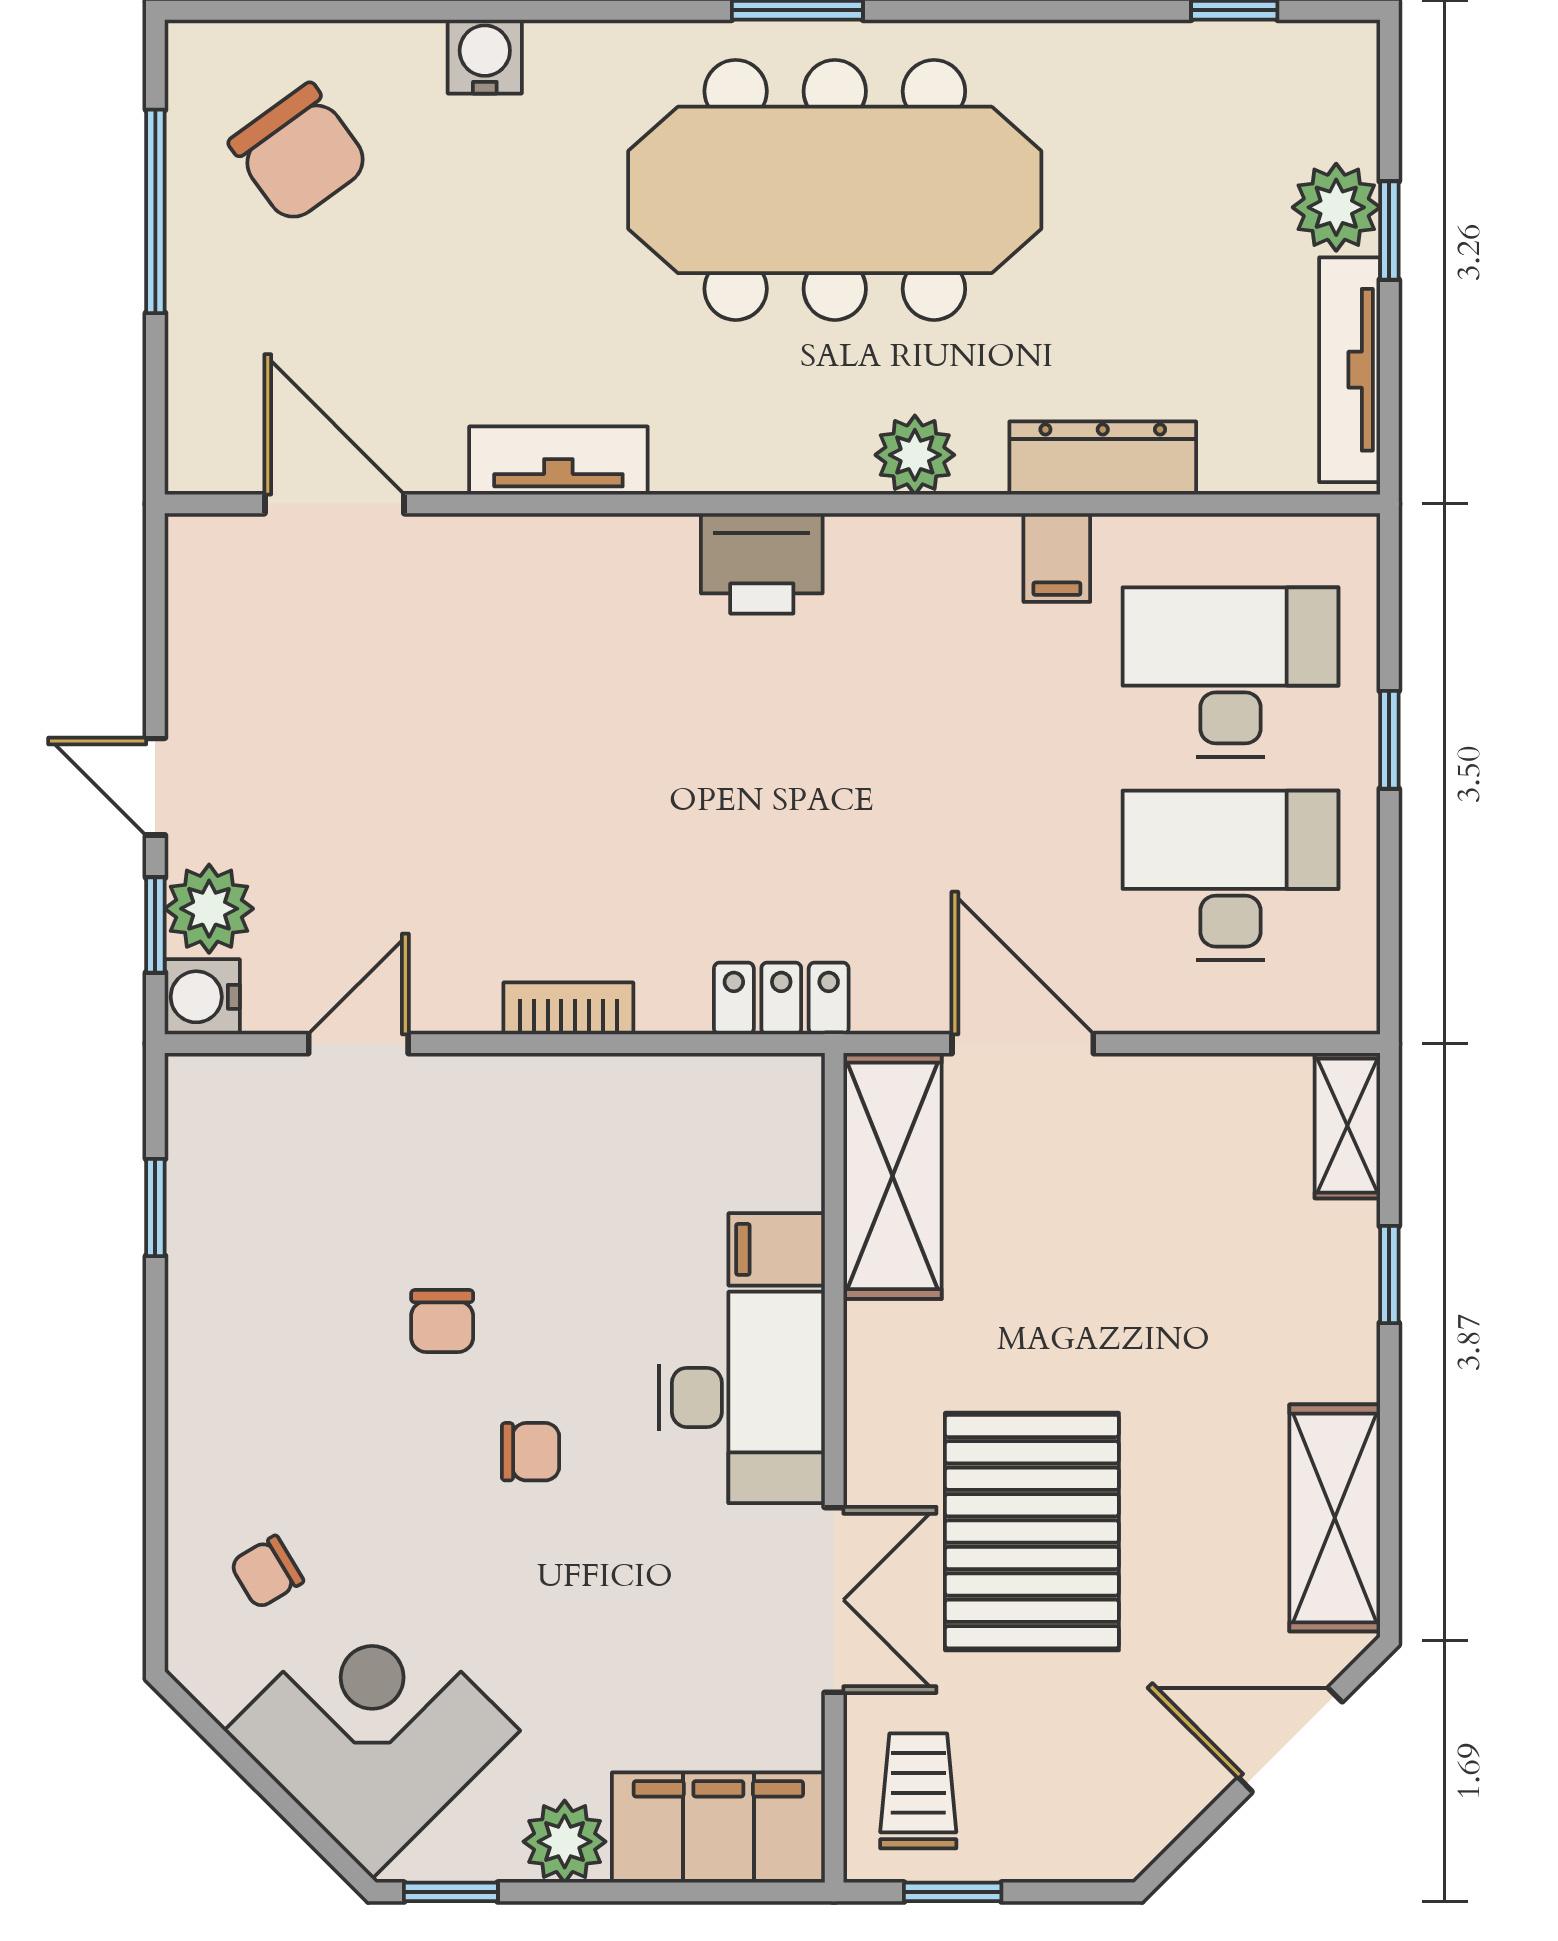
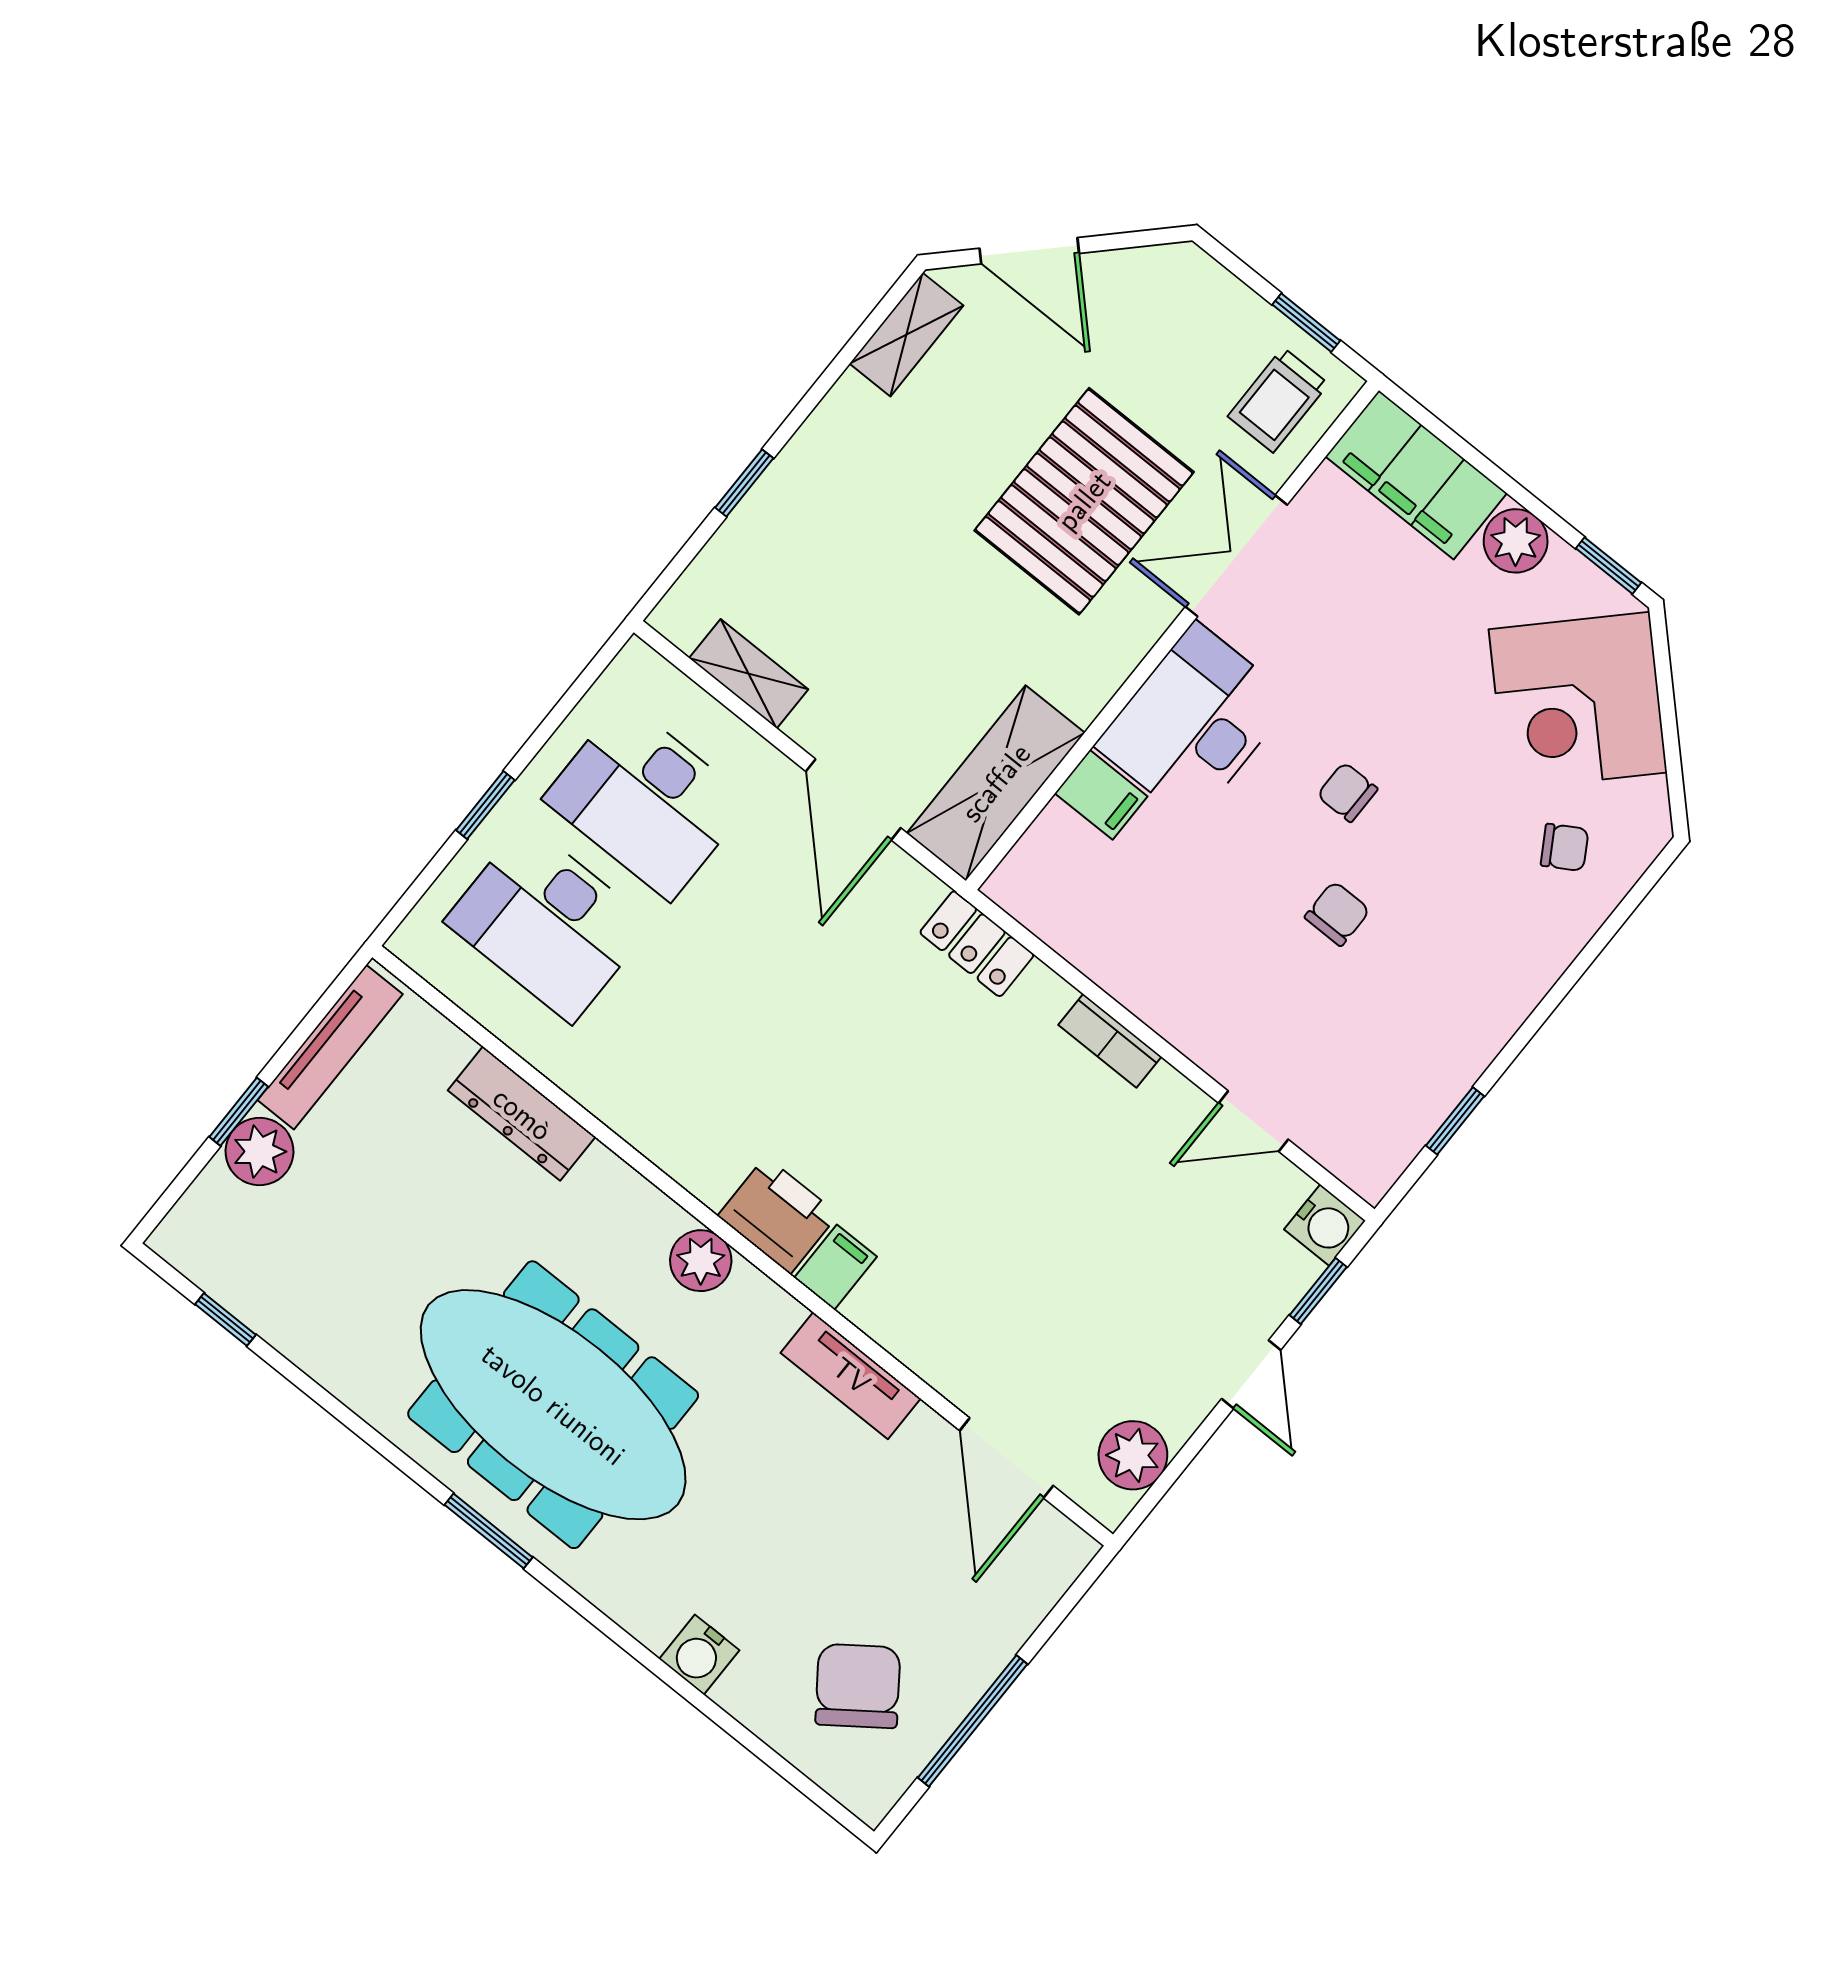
plant: (915, 455) -> (701, 1261), moved
filing cabinet: (1057, 558) -> (835, 1267), moved
plant: (209, 909) -> (1133, 1455), moved
shelving: (1347, 1126) -> (749, 674), moved, turned 90
shelving: (1335, 1518) -> (907, 335), width x0.67, depth x0.75

